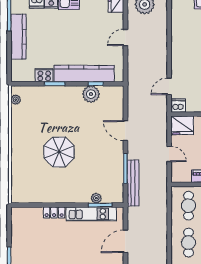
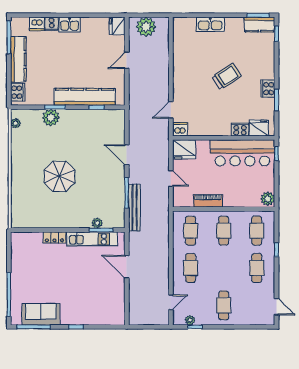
cooker: (44, 75) -> (18, 92), moved, turned 90
plant: (91, 94) -> (51, 118), moved
door: (125, 241) -> (127, 267), hinge flipped

